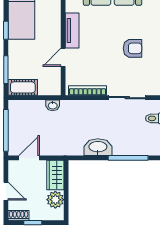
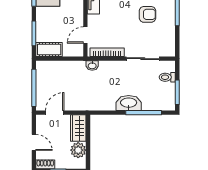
door: (63, 57) -> (85, 35), moved
washbasin: (53, 105) -> (92, 66), moved
washbasin: (98, 147) -> (129, 103), moved

